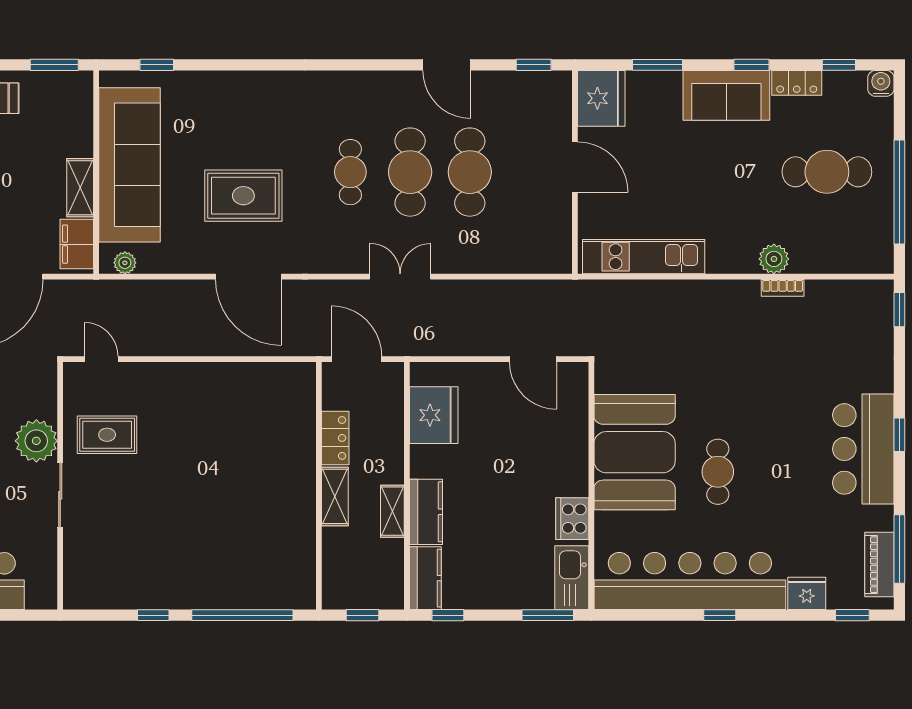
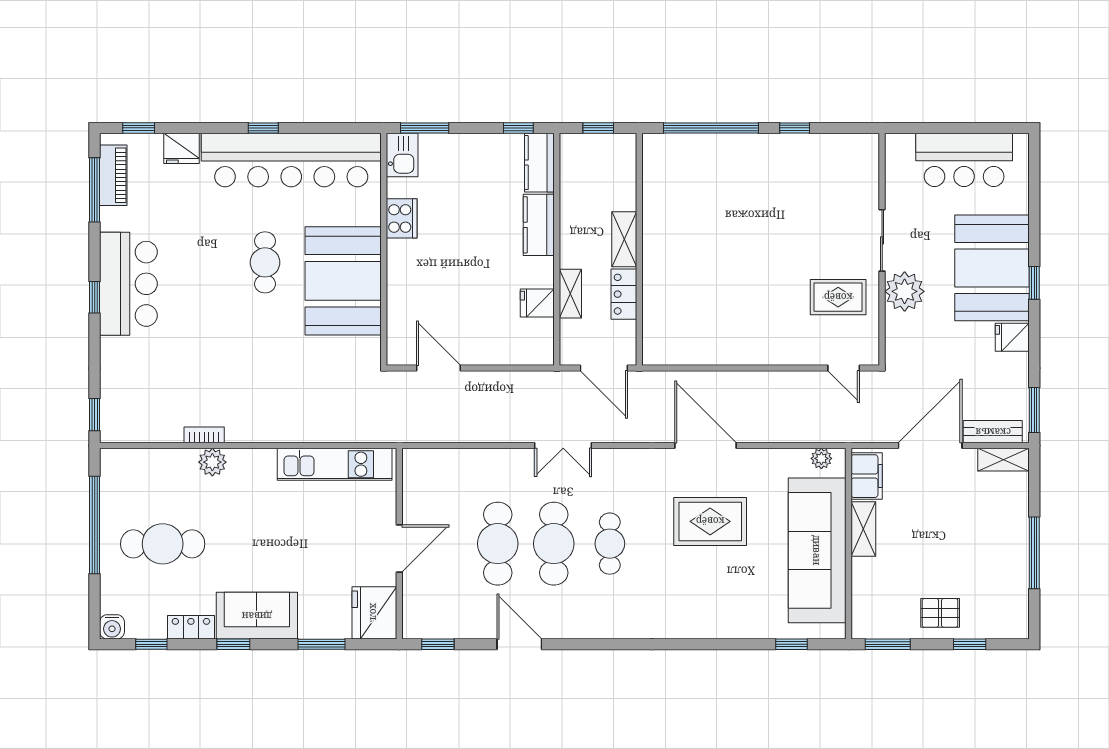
door: (575, 167) -> (399, 548), swing flipped
fridge: (434, 415) -> (537, 303), width x0.53, depth x0.75
shelving: (392, 511) -> (570, 294), moved
kitchen sink: (572, 578) -> (402, 155), width x0.73

